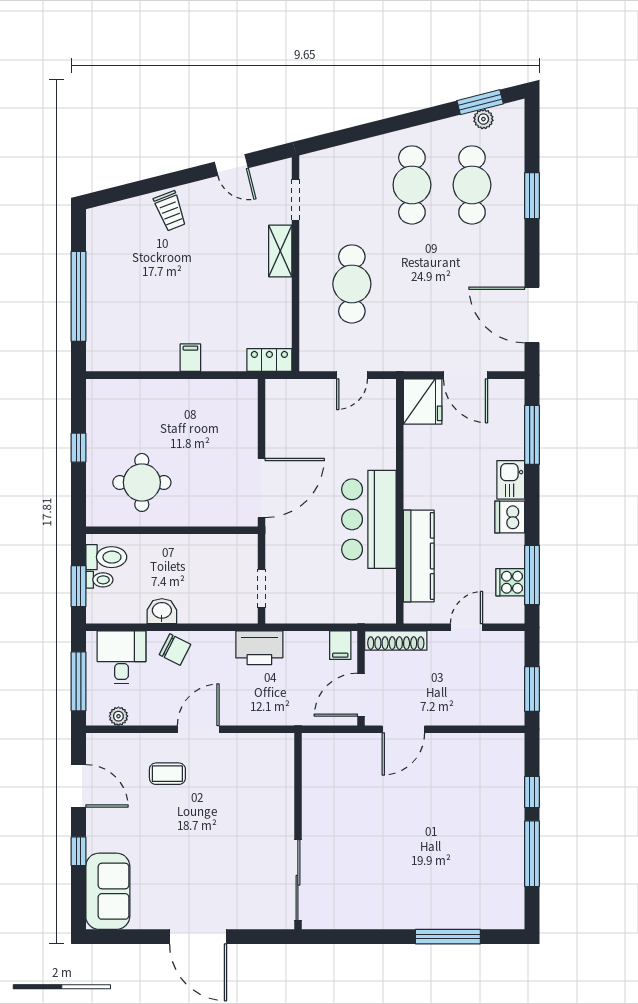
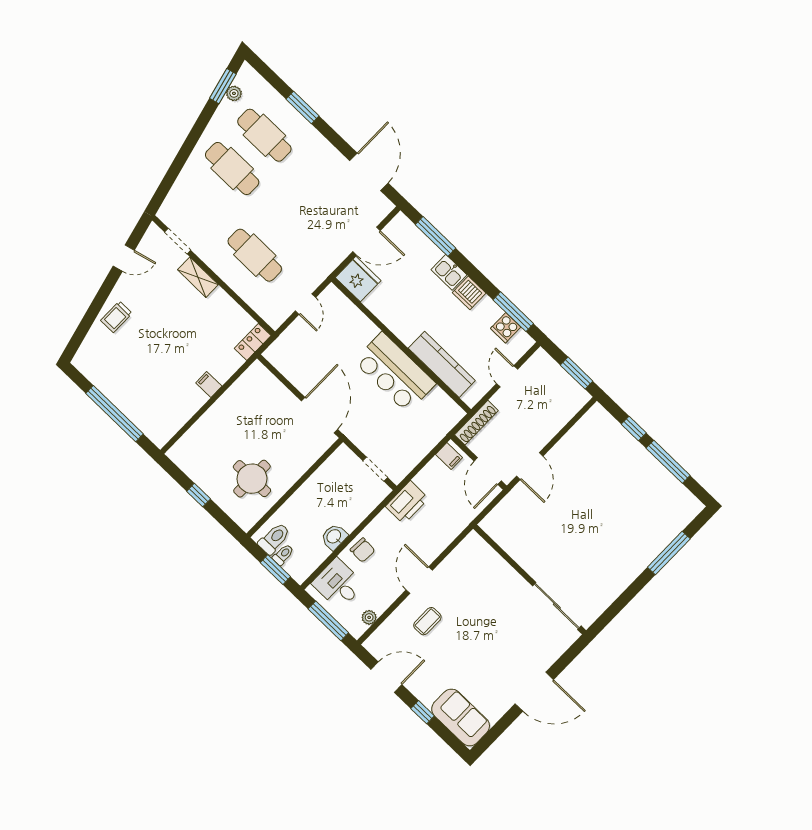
trolley: (170, 211) -> (116, 317), turned 111
door: (532, 315) -> (369, 172), swing flipped
chair: (175, 650) -> (363, 550), turned 66

